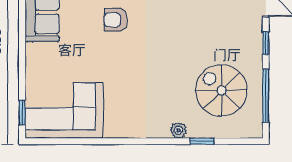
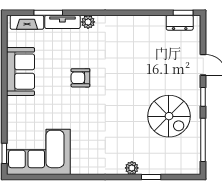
spiral stairs: (222, 90) -> (169, 116), moved, turned 180

